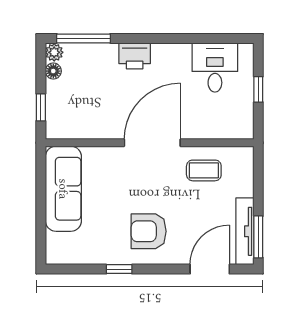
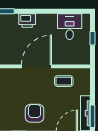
armchair: (149, 231) -> (35, 113), turned 90

